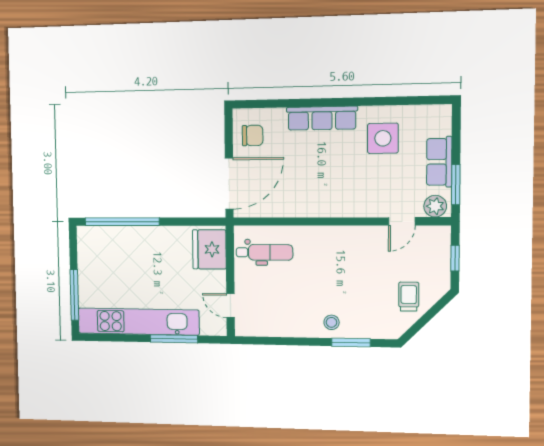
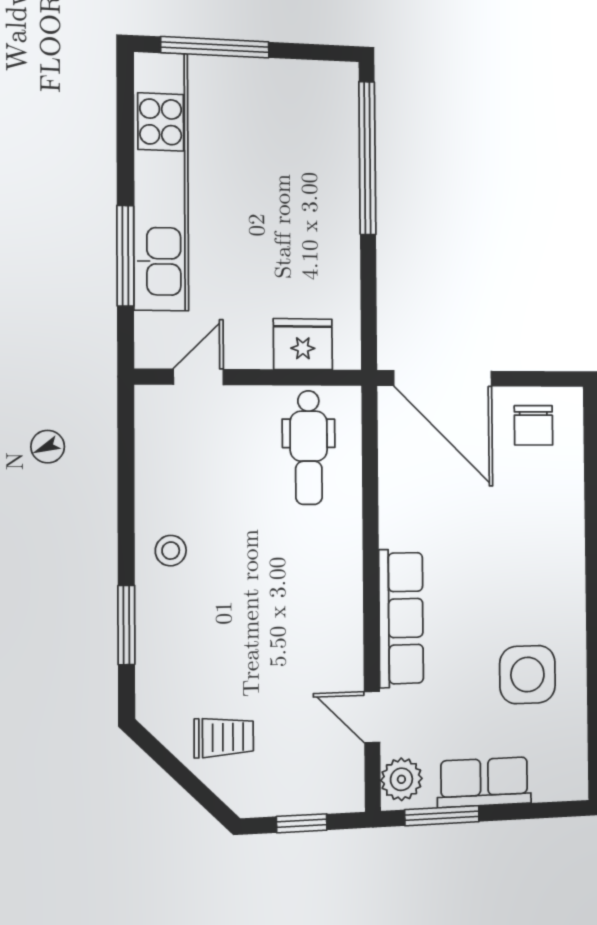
row of seats: (322, 118) -> (401, 618), moved, turned 180
fridge: (209, 249) -> (303, 344), width x0.73, depth x0.75
stool: (331, 322) -> (171, 551), moved

